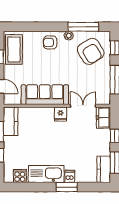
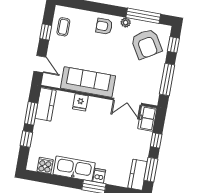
coffee table: (14, 49) -> (63, 27), width x0.54, depth x0.58
double door: (83, 106) -> (127, 102), swing flipped
fridge: (60, 114) -> (80, 102), moved

